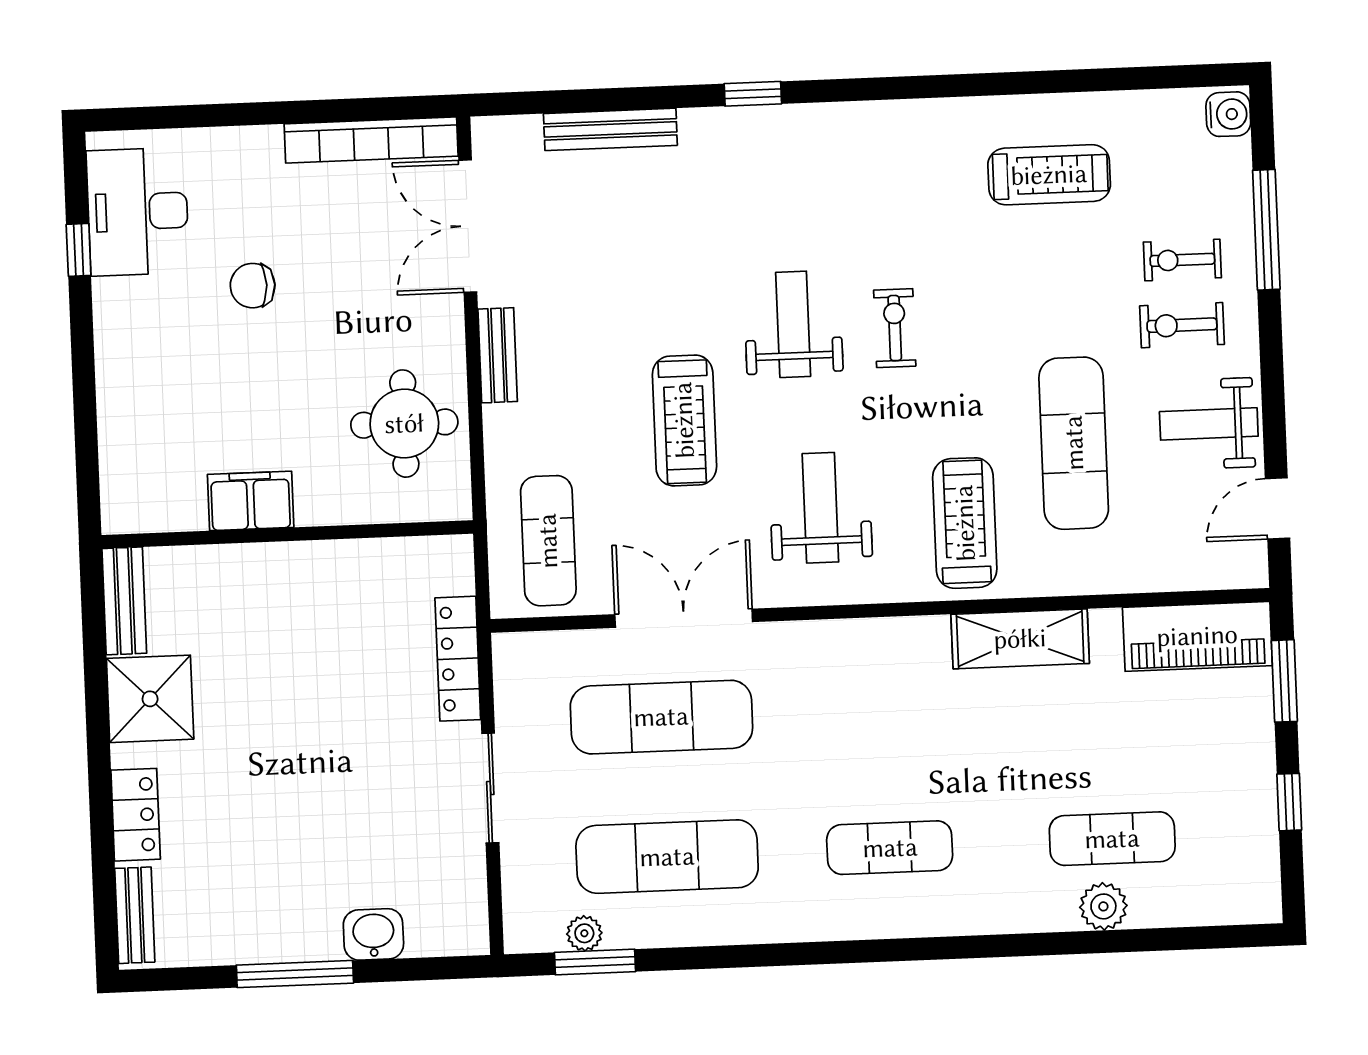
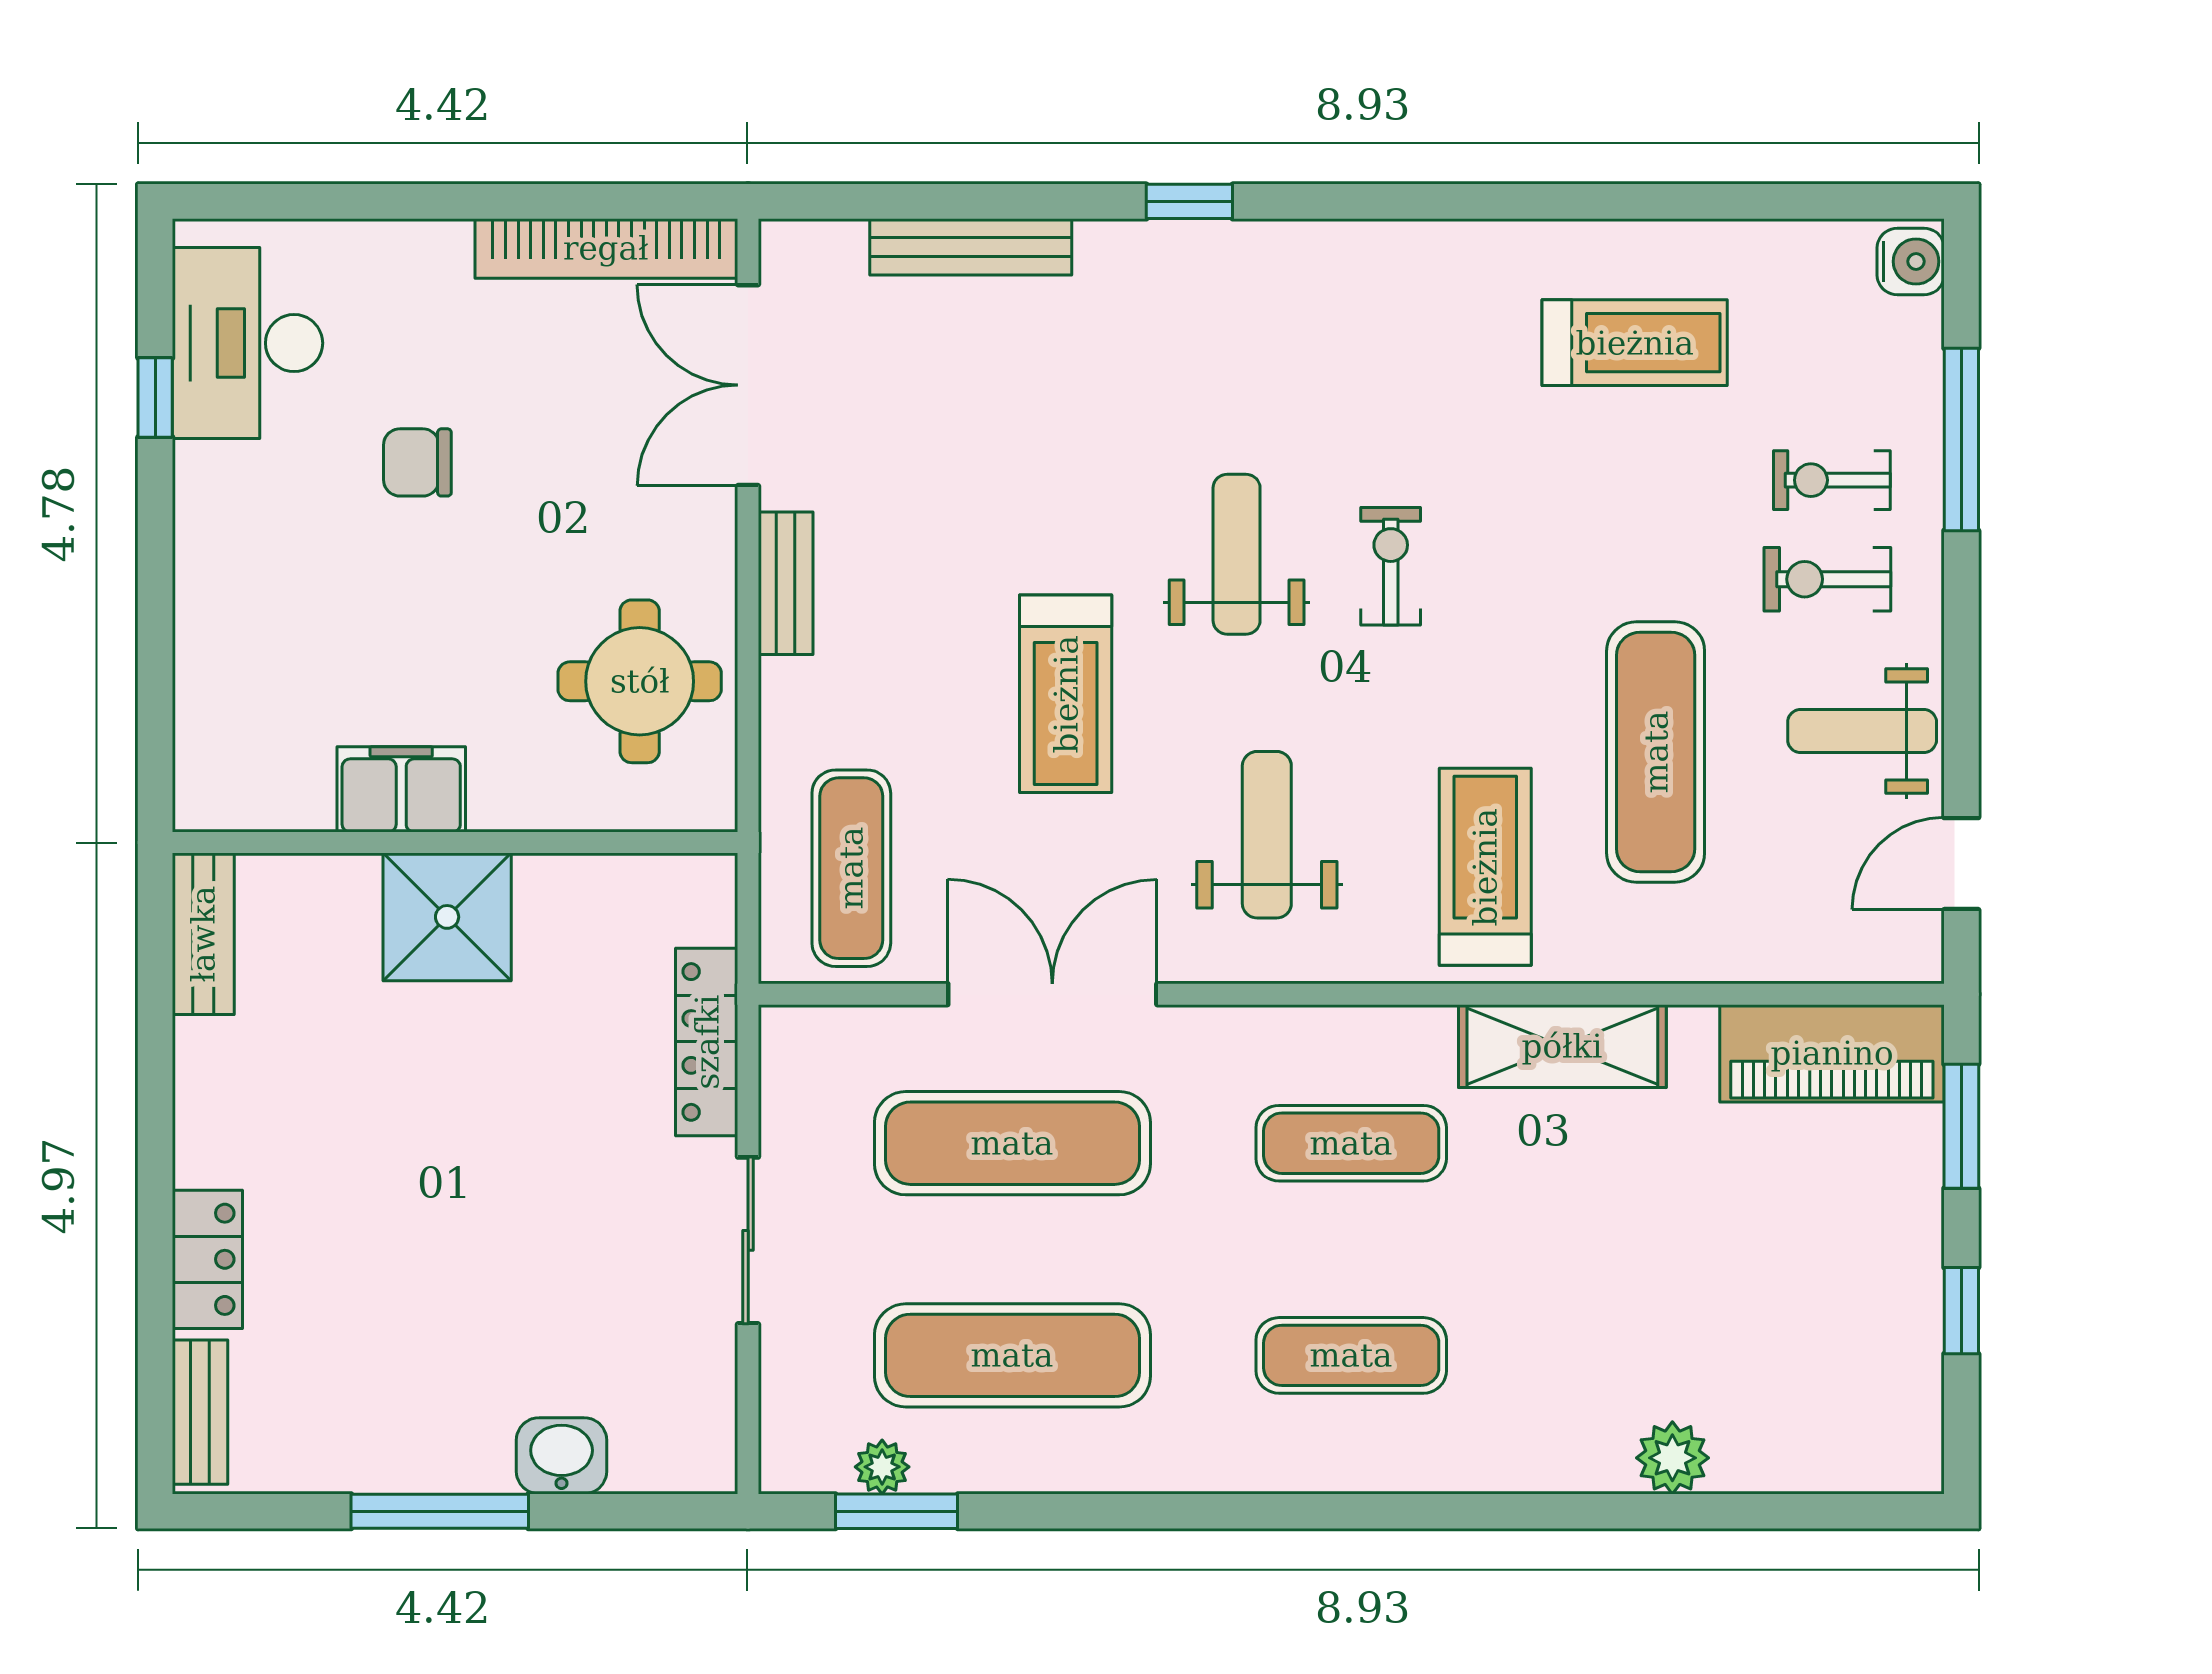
shower: (150, 699) -> (447, 917), moved
exercise mat: (1112, 839) -> (1351, 1143), moved

